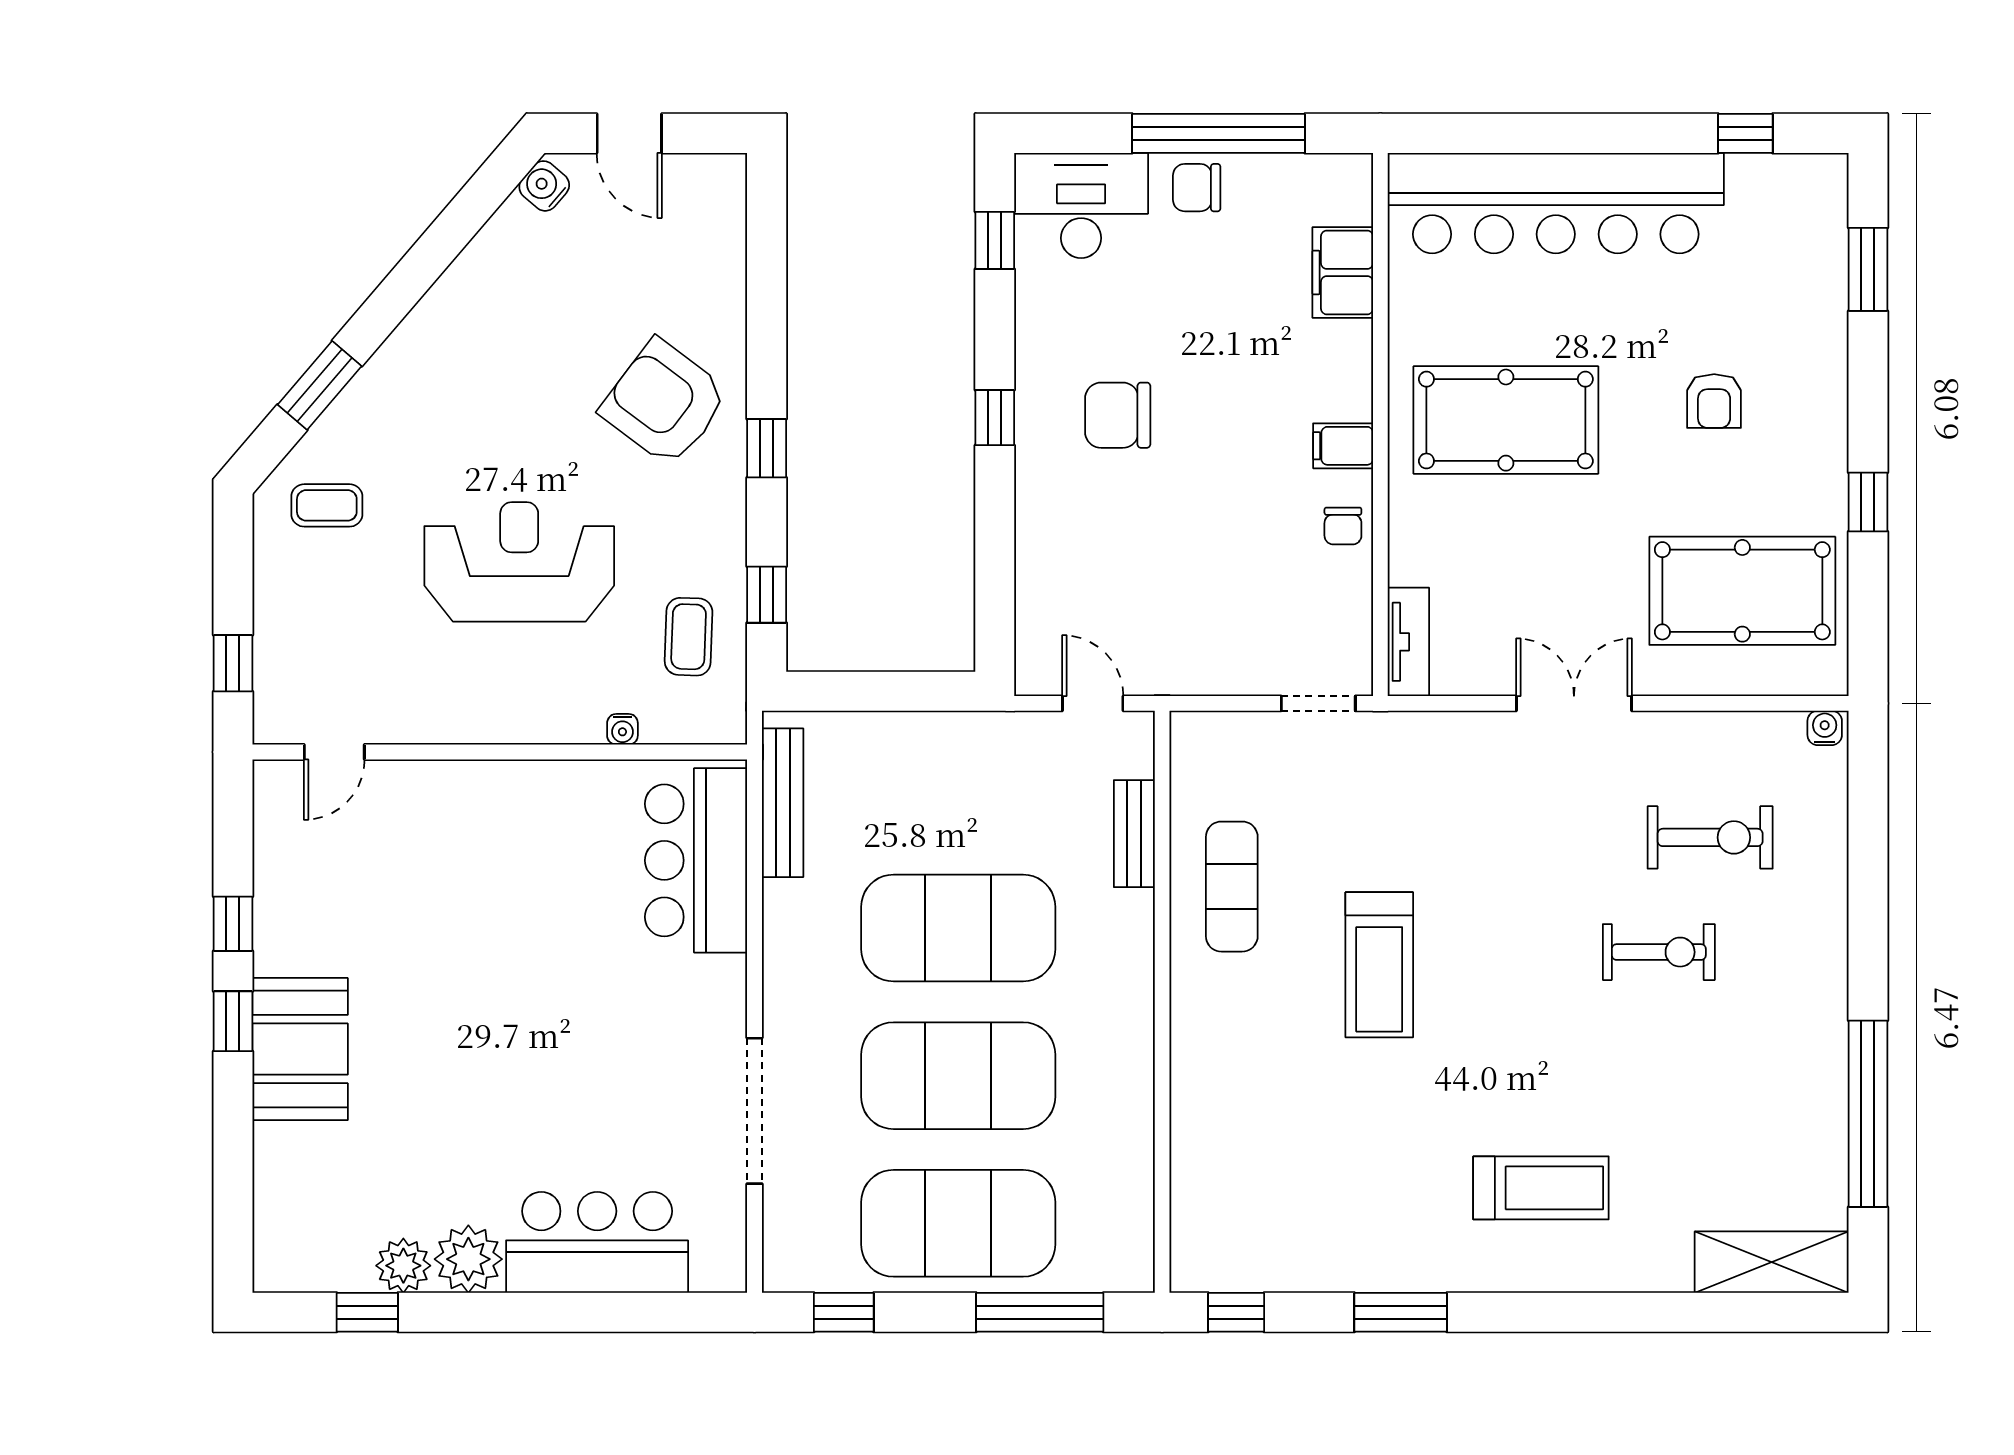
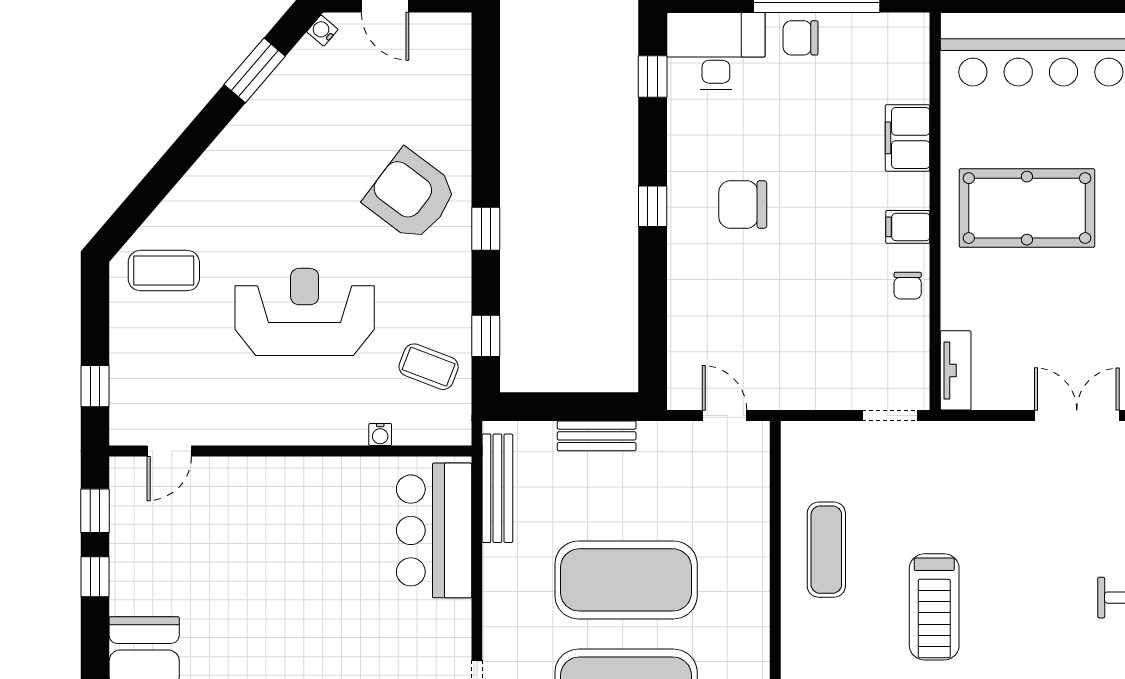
water cooler: (544, 186) -> (322, 31), width x0.72, depth x0.72
filing cabinet: (1343, 272) -> (908, 138), moved
window: (320, 385) -> (255, 70), moved
coffee table: (327, 505) -> (164, 271), width x1.36, depth x1.30
coffee table: (689, 637) -> (429, 367), turned -71
bench: (1134, 834) -> (597, 436), moved, turned 90
window: (233, 1021) -> (95, 511), moved

